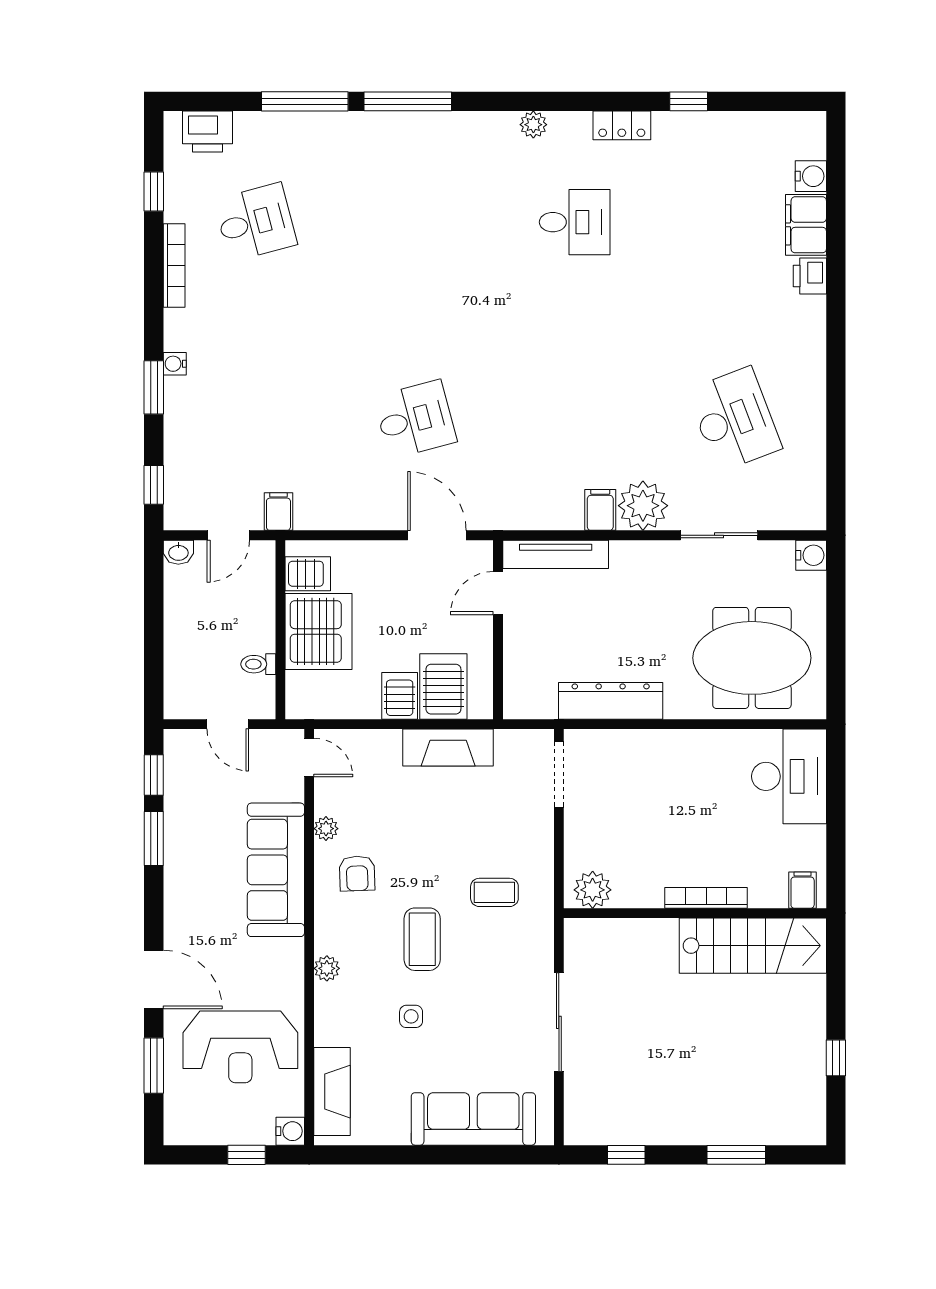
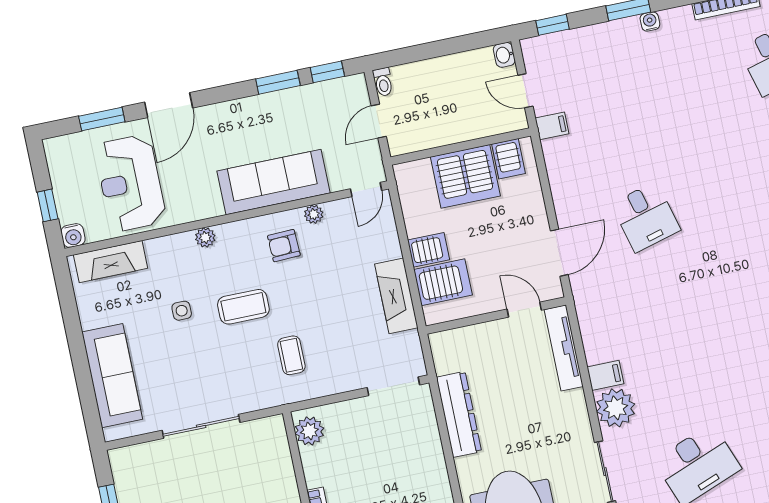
toilet: (258, 664) -> (383, 82), moved, turned 180

